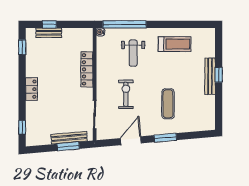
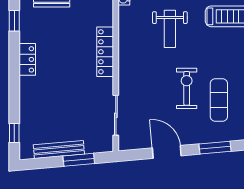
locker: (31, 89) -> (27, 59), moved
exercise bike: (126, 94) -> (187, 88), moved
bench: (69, 138) -> (59, 149), moved
door: (131, 141) -> (167, 152), hinge flipped

